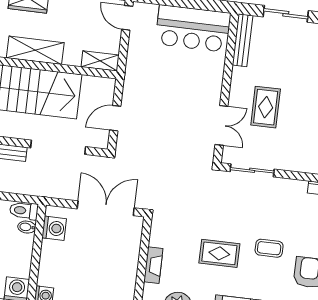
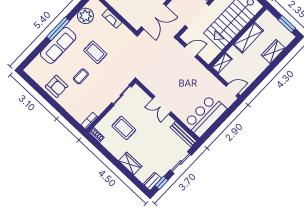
rug: (266, 107) -> (124, 128), moved
door: (115, 118) -> (191, 51), hinge flipped
double door: (221, 125) -> (162, 105), moved
rug: (219, 253) -> (95, 52), turned 90

